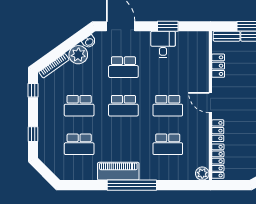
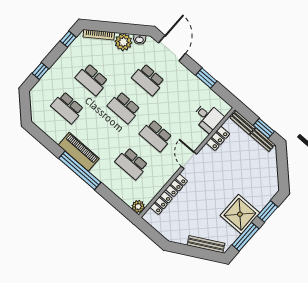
desk: (163, 44) -> (208, 117), moved, turned 90
locker: (218, 161) -> (161, 203), width x0.66

